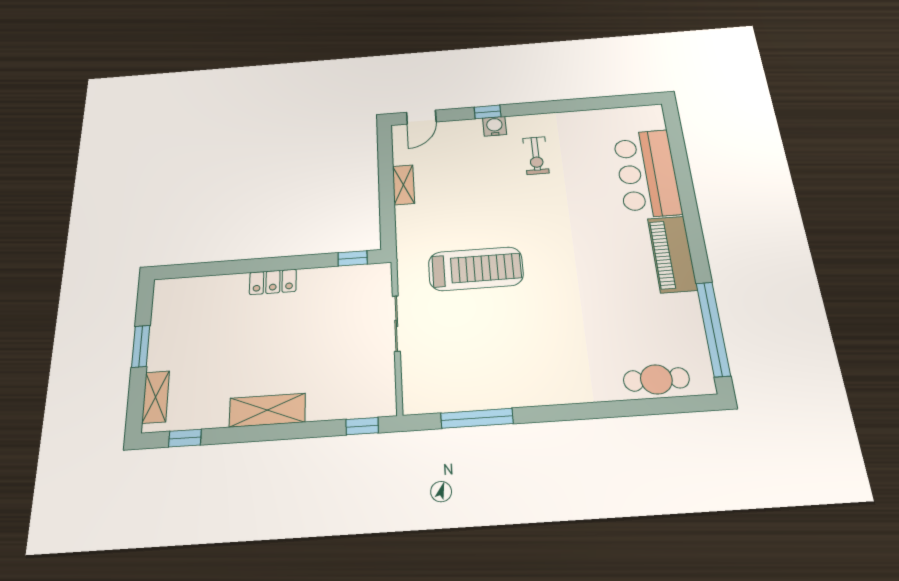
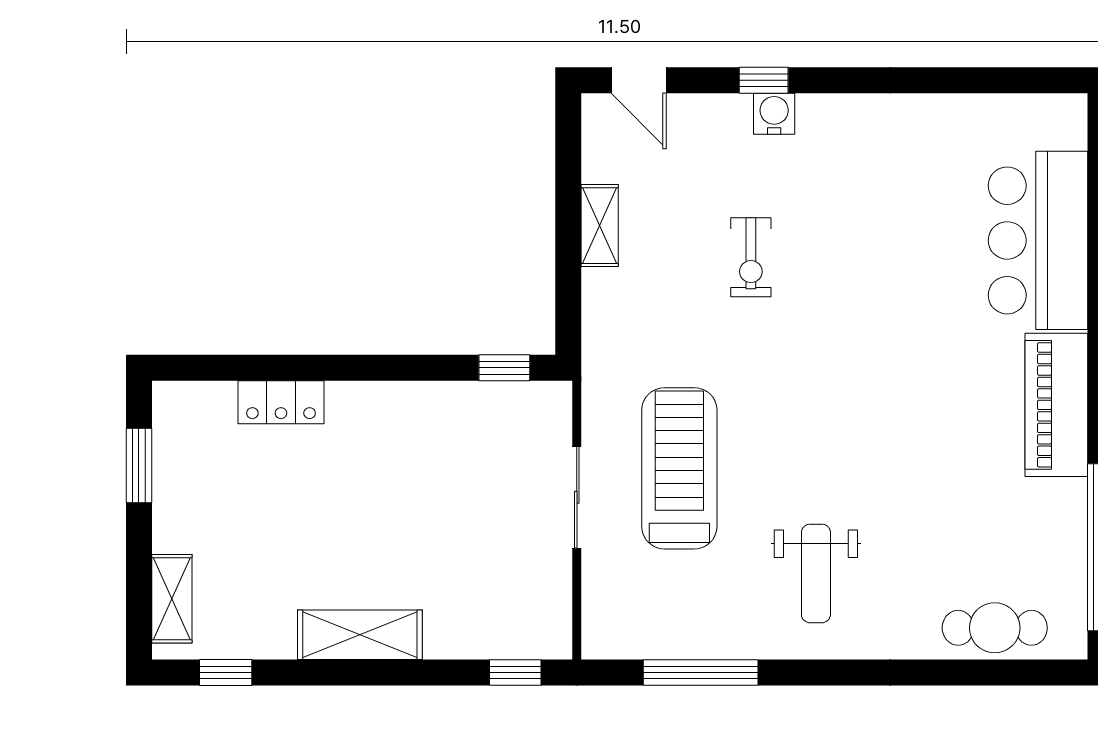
door: (421, 117) -> (639, 80), hinge flipped
exercise bike: (536, 156) -> (751, 257), moved
treadmill: (476, 269) -> (679, 468), moved, turned -90
locker: (273, 282) -> (281, 402), moved
window: (141, 346) -> (139, 465), moved
weight bench: (542, 356) -> (816, 573), added

